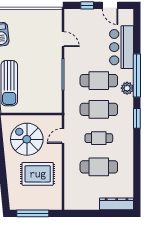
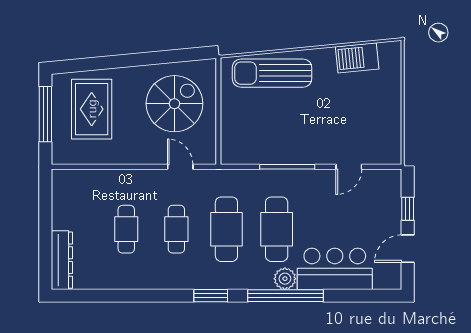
plant: (127, 88) -> (285, 279), moved
cafe table: (99, 167) -> (126, 229), width x0.73, depth x0.74
rug: (38, 174) -> (92, 109), moved

